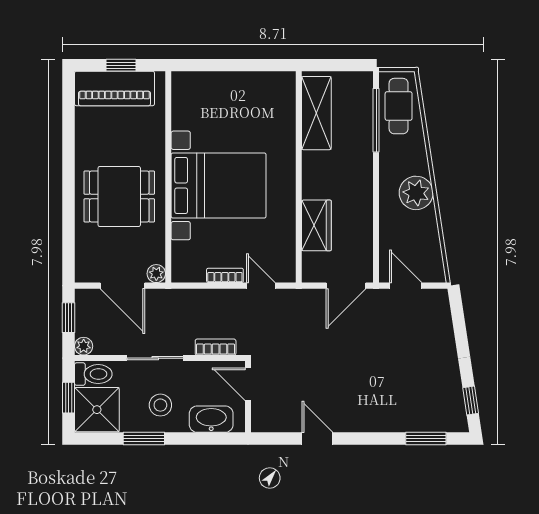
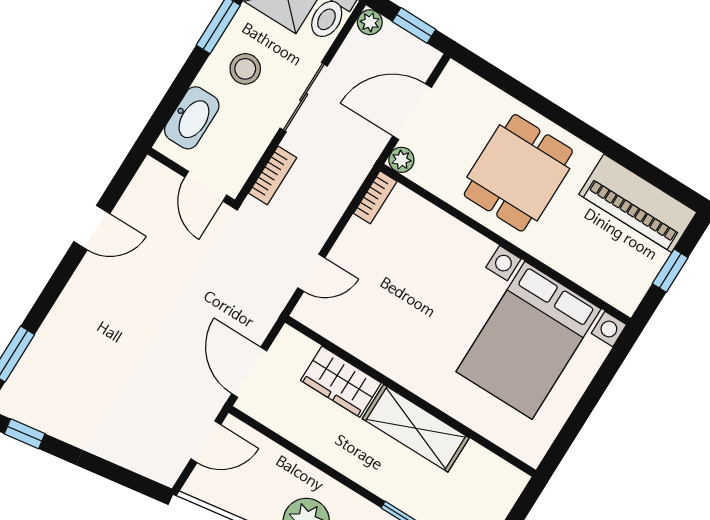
piano: (114, 88) -> (638, 203), moved, turned -90
shelving: (316, 113) -> (416, 428), moved
bed with nightstands: (219, 185) -> (529, 340), moved
bookcase: (225, 275) -> (375, 197), moved
door: (248, 384) -> (206, 186), swing flipped

